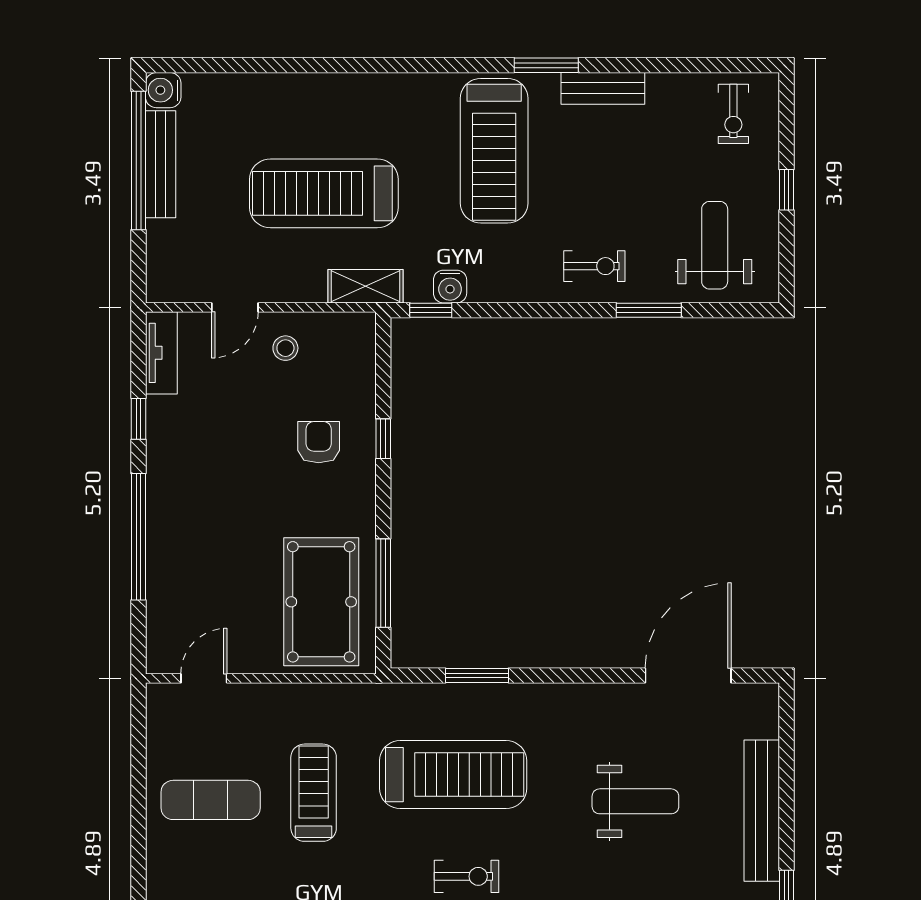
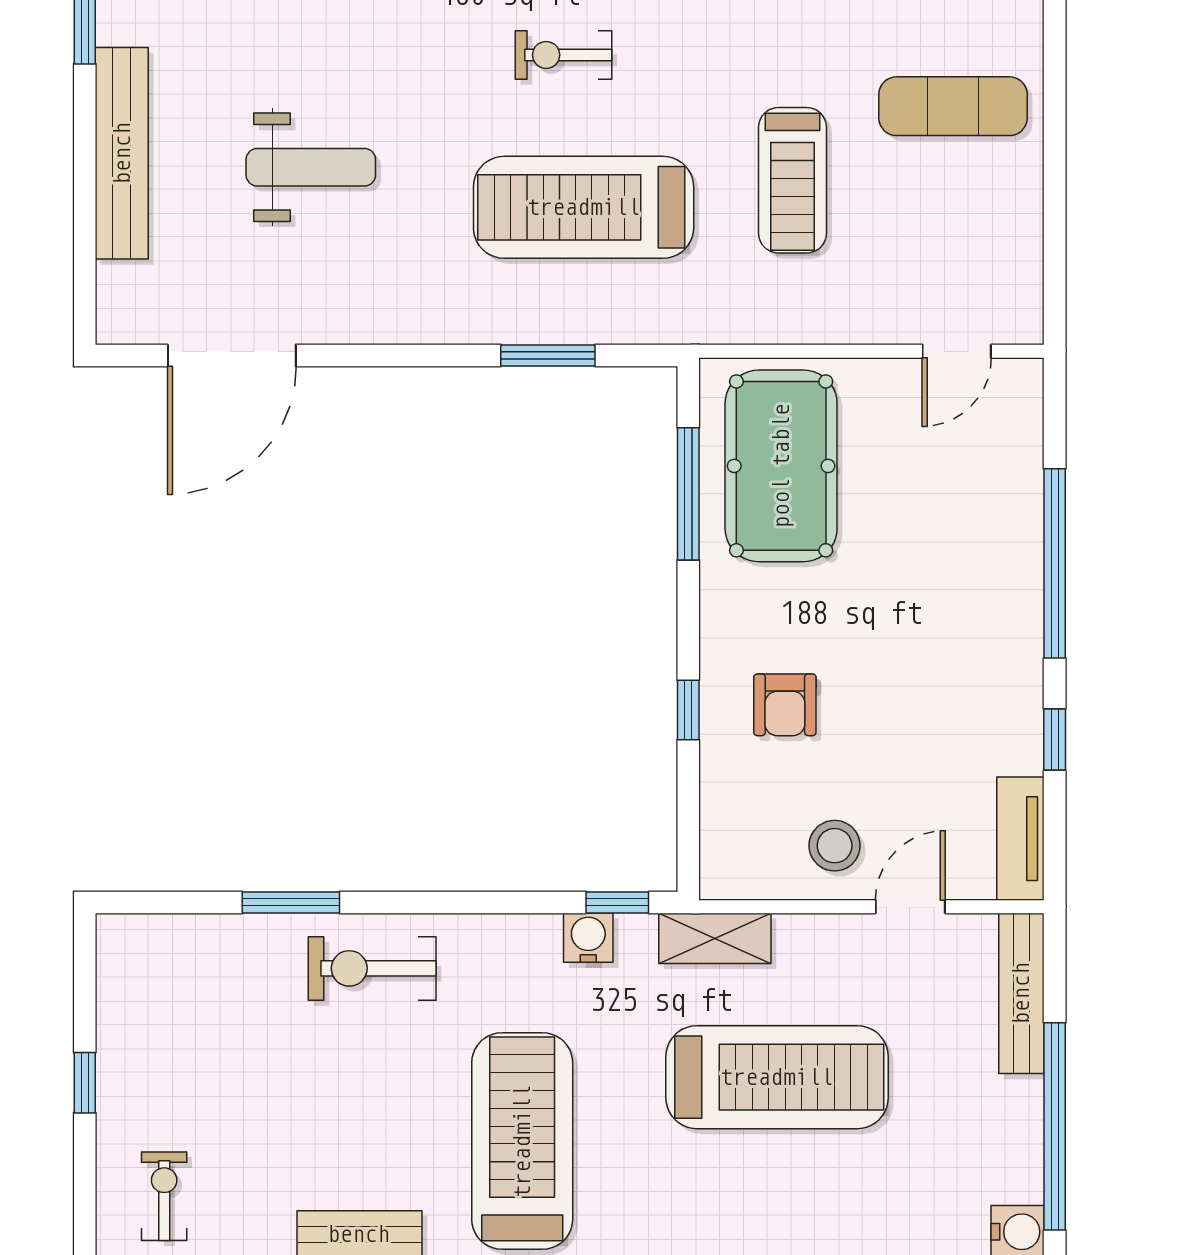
bench: (161, 164) -> (1021, 993), moved
weight bench: (715, 245) -> (192, 1000), removed
exercise bike: (594, 266) -> (372, 968), width x1.38, depth x1.39
stool: (285, 348) -> (835, 846), width x1.37, depth x1.37
exercise mat: (211, 800) -> (953, 106), moved
weight bench: (635, 801) -> (311, 167), turned 180

